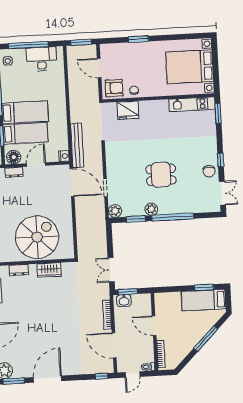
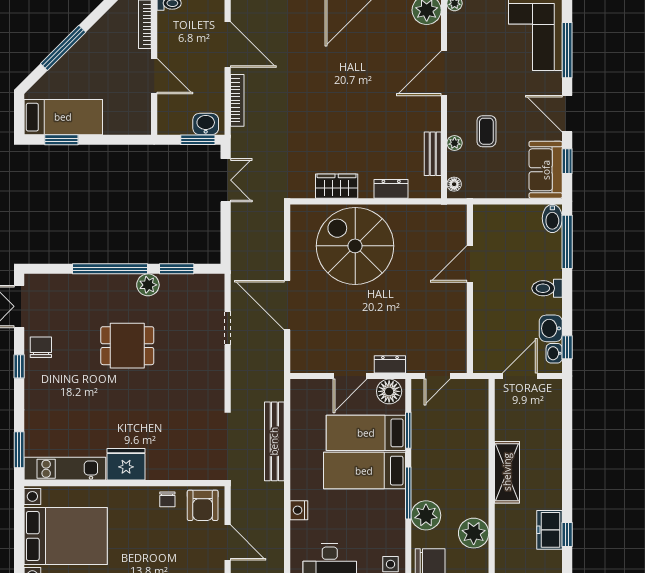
armchair: (114, 88) -> (203, 505), turned -90
fridge: (128, 110) -> (126, 464), moved
bench: (77, 145) -> (274, 441), moved
nightstand: (64, 156) -> (299, 510), moved
door: (72, 183) -> (287, 305), moved
plant: (115, 211) -> (213, 285), removed
spiral stairs: (37, 237) -> (355, 246), turned 90

